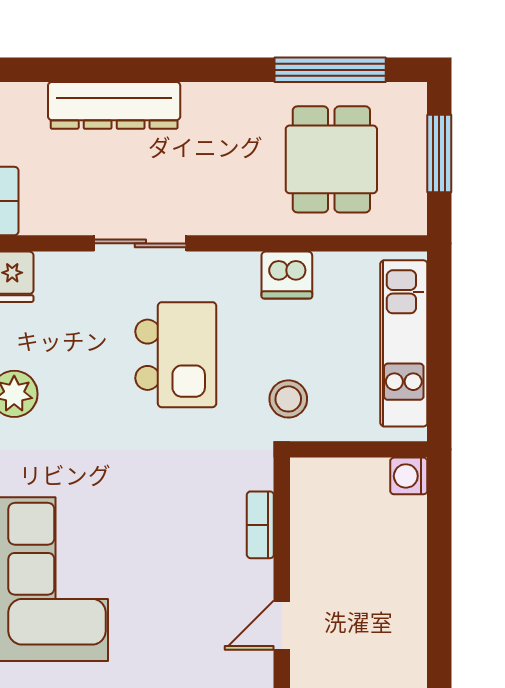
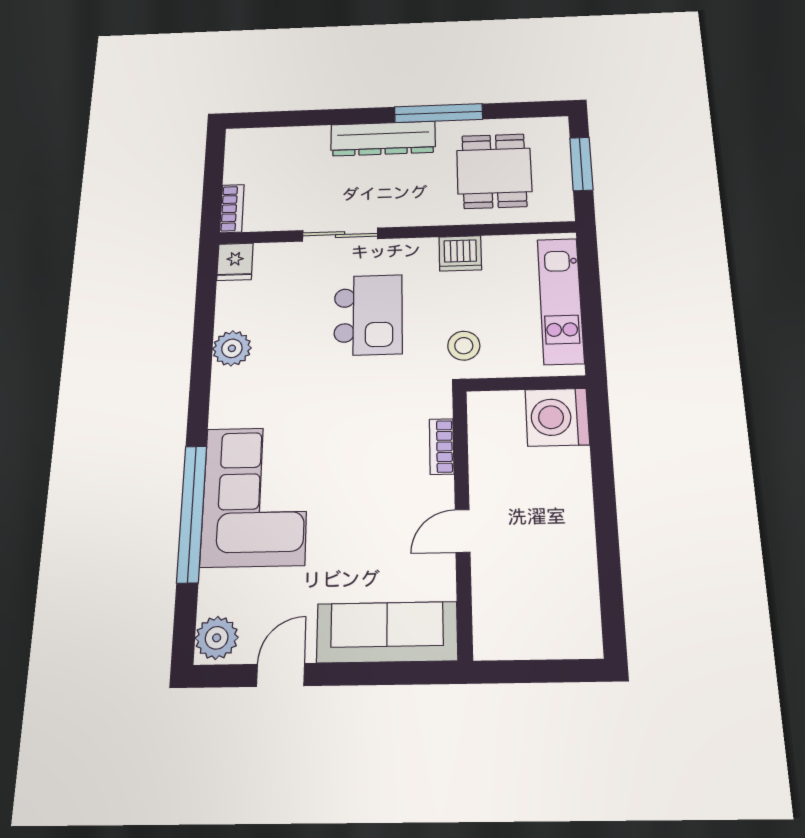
window: (330, 70) -> (438, 113), moved
dresser: (114, 105) -> (383, 139), moved
washing machine: (409, 476) -> (557, 417), width x1.89, depth x1.89

